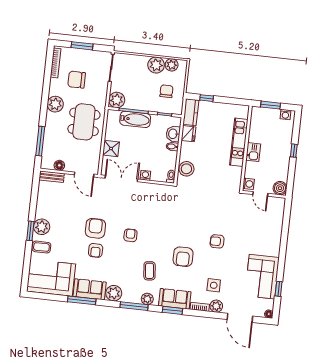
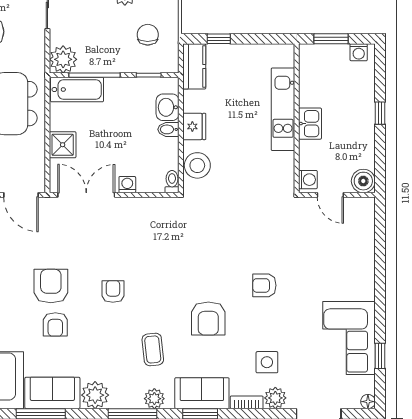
bathtub: (135, 119) -> (77, 90), moved
fridge: (189, 134) -> (194, 126), moved

